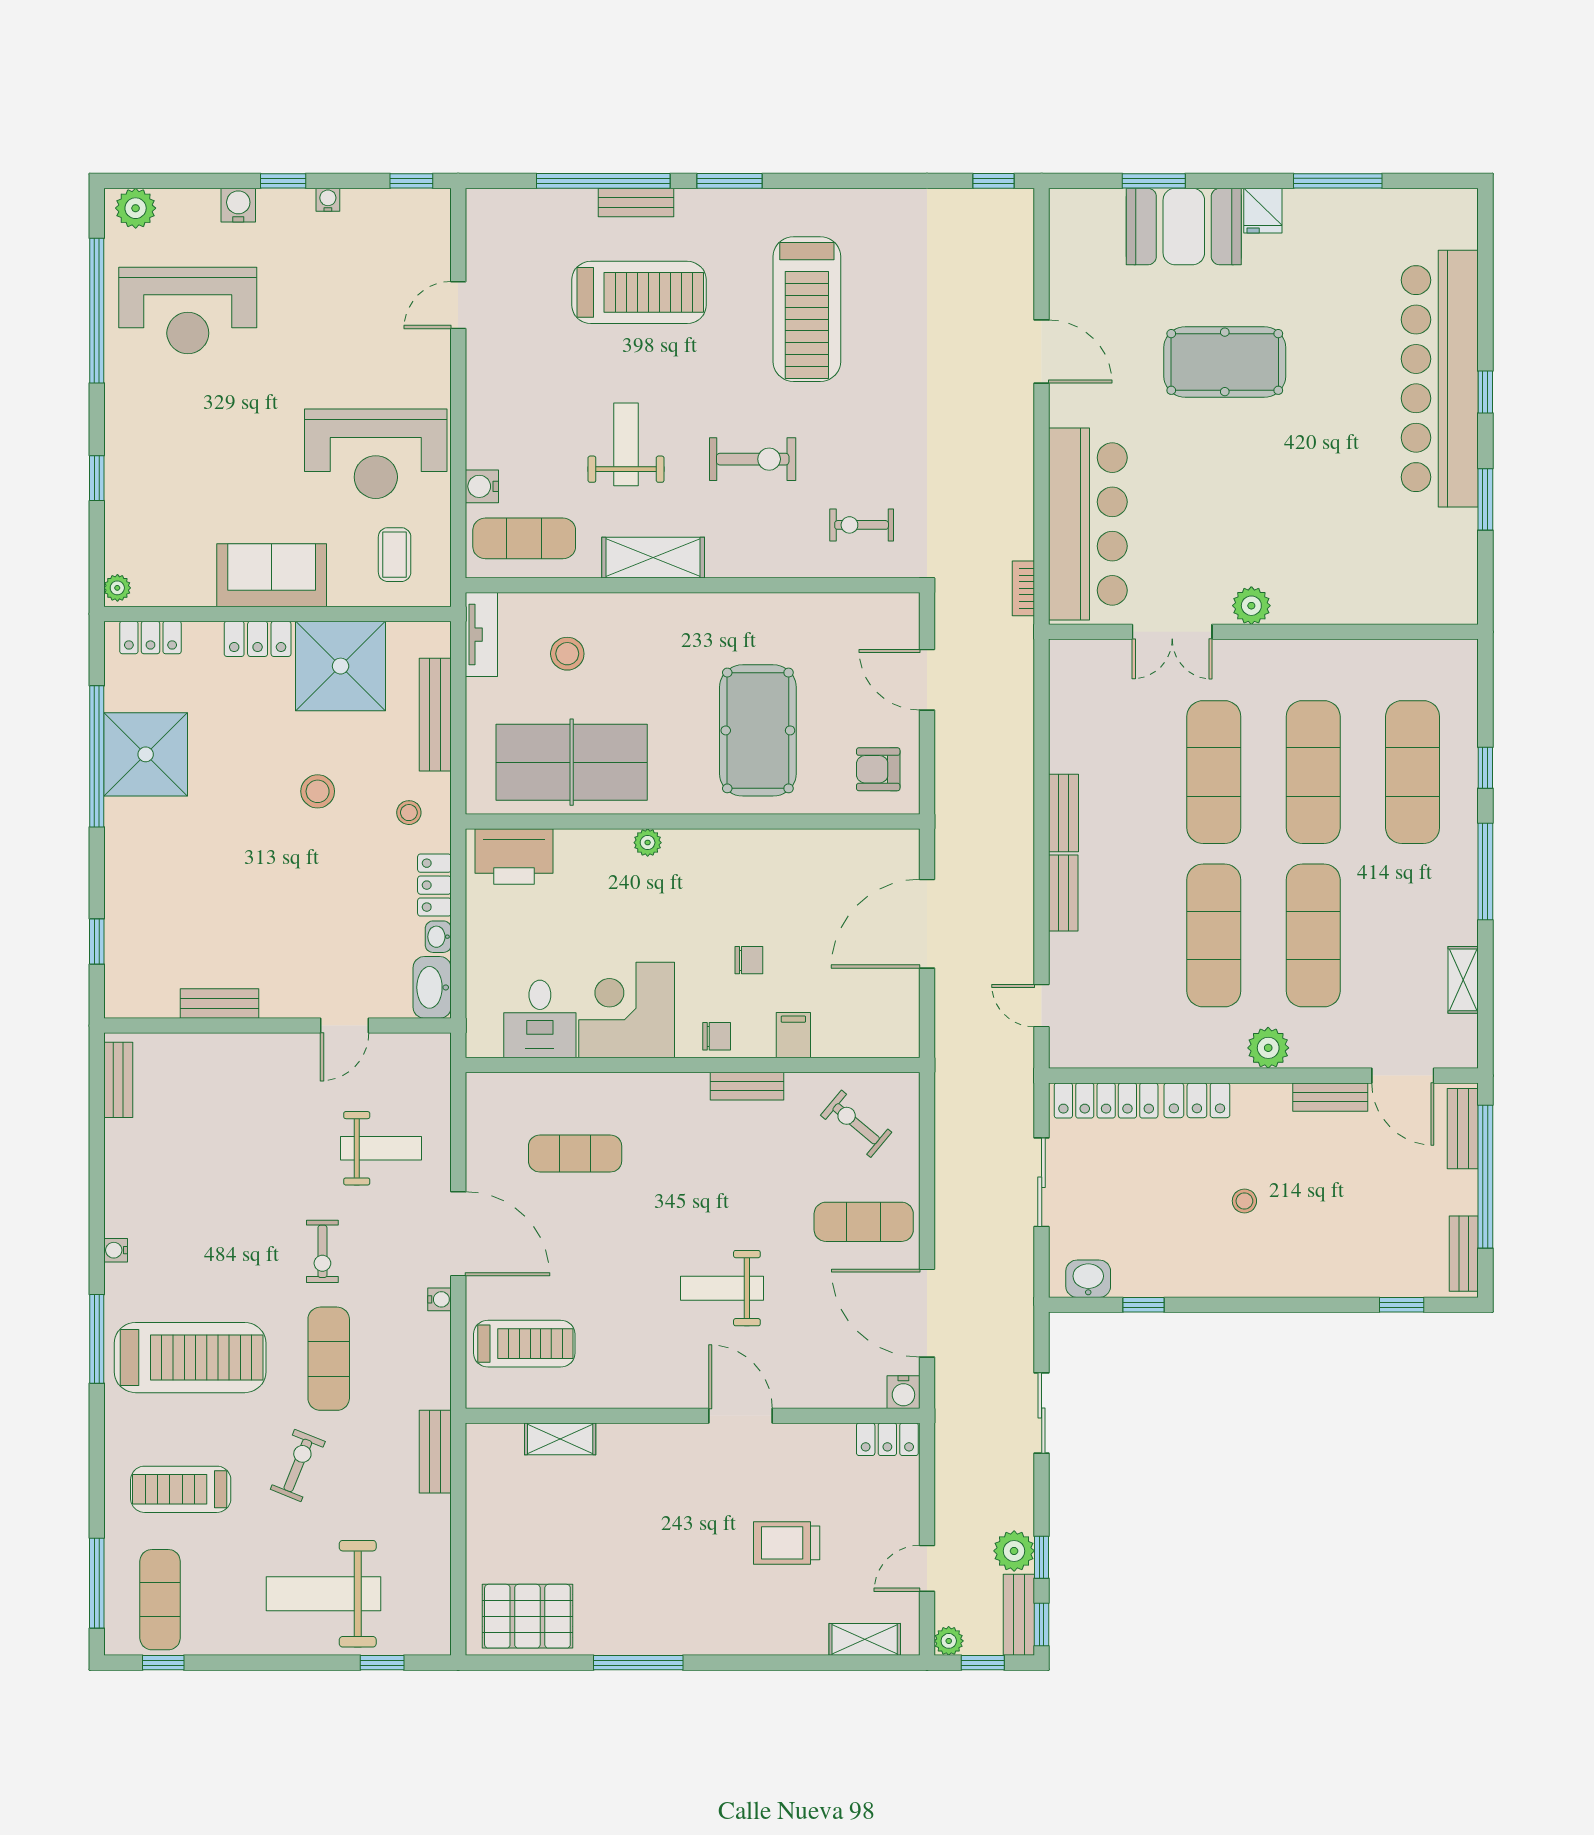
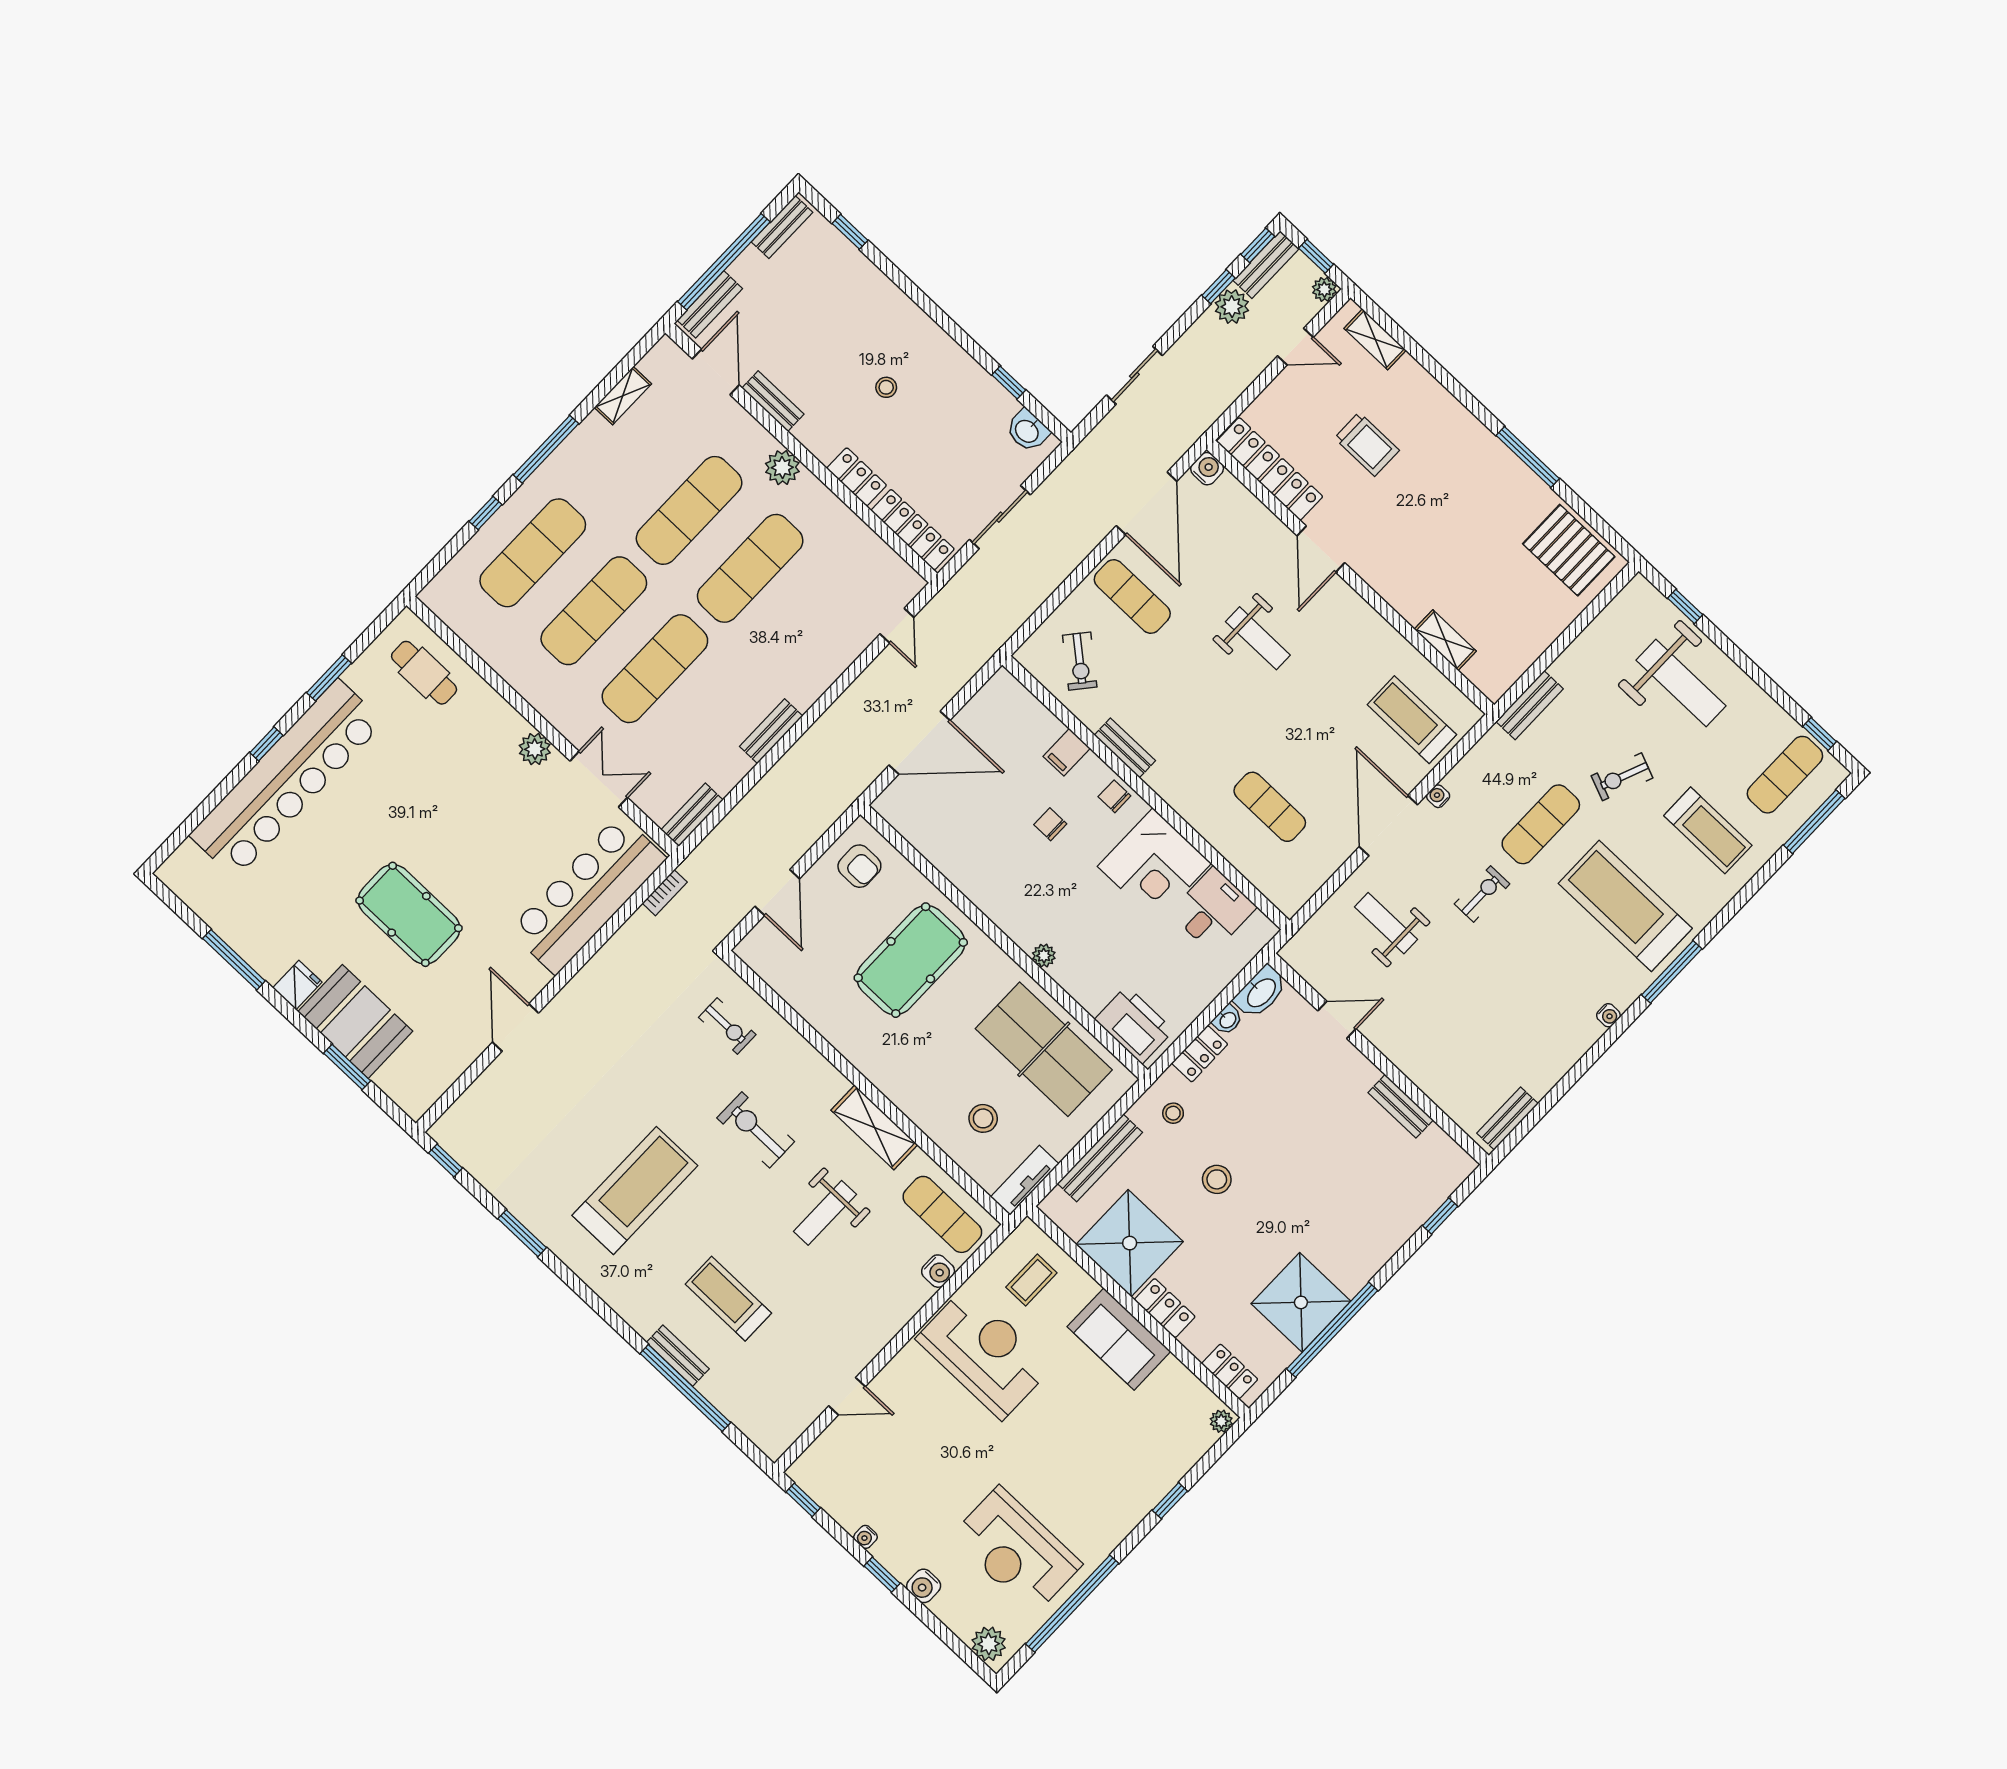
window: (729, 181) -> (522, 1233), moved
treadmill: (639, 292) -> (728, 1299), width x0.73, depth x0.73
reception desk: (188, 310) -> (1016, 1551), turned 180
cafe table: (1408, 581) -> (424, 673), added
bench: (1063, 893) -> (692, 815), moved
locker: (887, 1439) -> (1270, 469), width x2.16, depth x1.21

